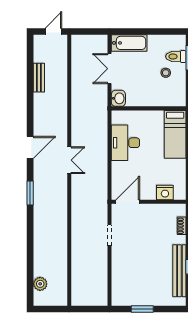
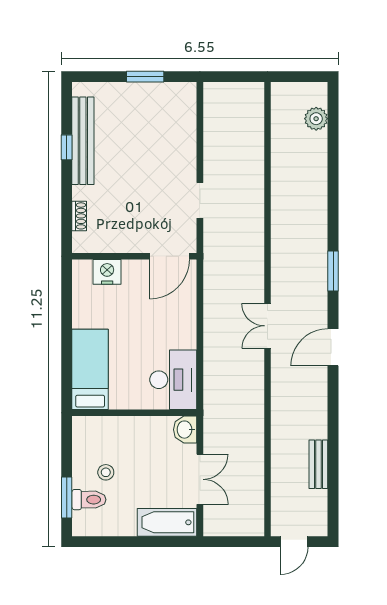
desk: (125, 143) -> (173, 380), moved

